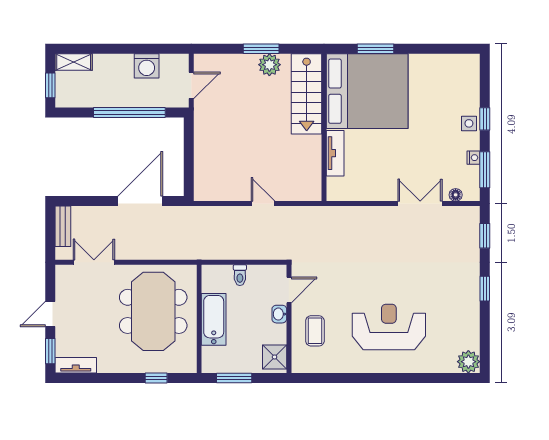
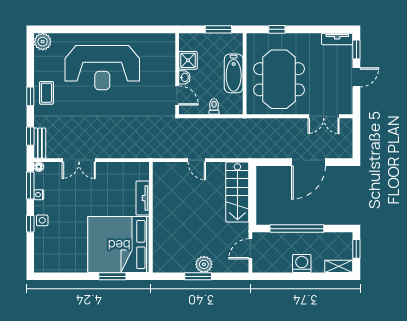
plant: (269, 65) -> (204, 264), moved
washing machine: (147, 66) -> (302, 264), moved
stairs: (307, 94) -> (237, 192), moved, turned 180
floor lamp: (456, 195) -> (39, 167), moved
door: (140, 201) -> (308, 162), moved
bench: (63, 226) -> (40, 143), moved
door: (289, 290) -> (177, 95), swing flipped
reception desk: (389, 327) -> (102, 68), width x1.36, depth x1.30
coffee table: (315, 331) -> (46, 93), moved
shower: (275, 357) -> (188, 60), moved

